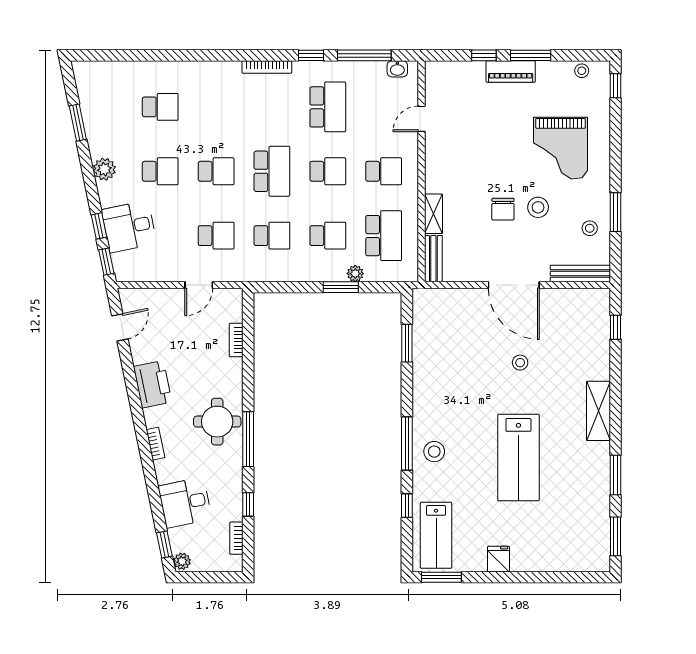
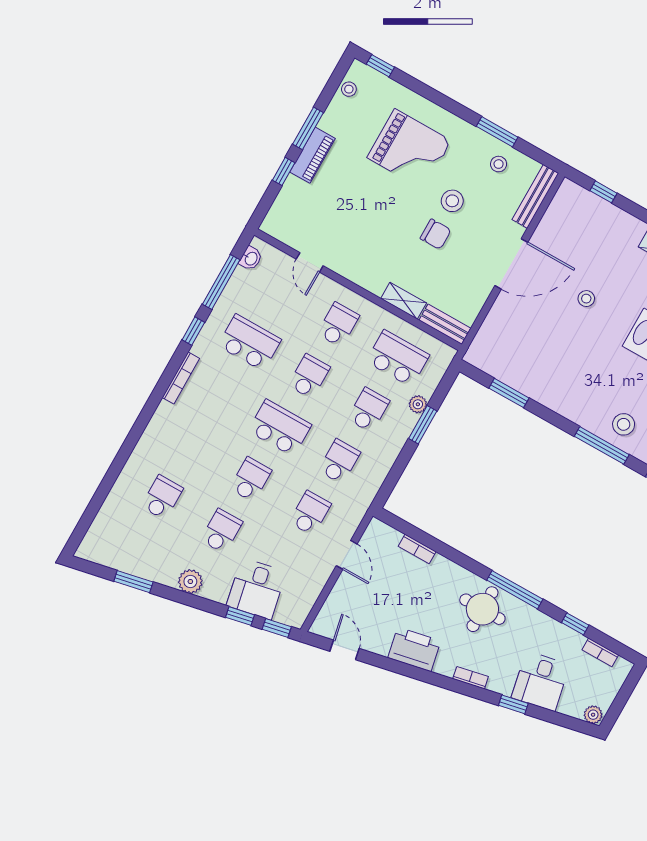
window: (164, 544) -> (513, 704), moved

